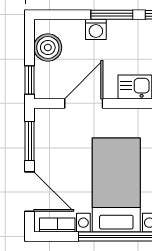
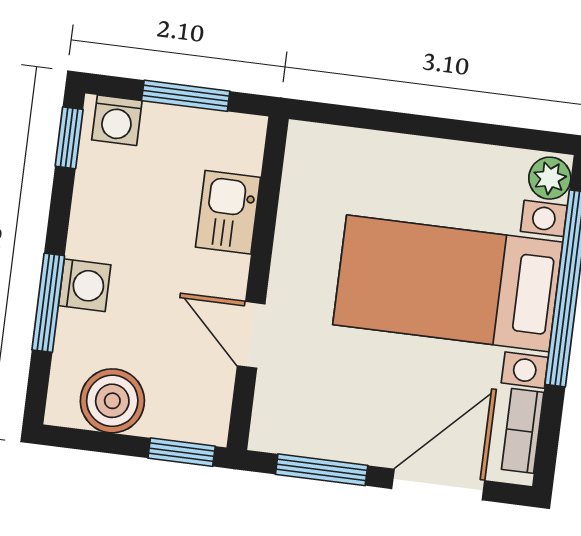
window: (112, 15) -> (48, 303), moved
door: (84, 103) -> (251, 335), width x0.73

